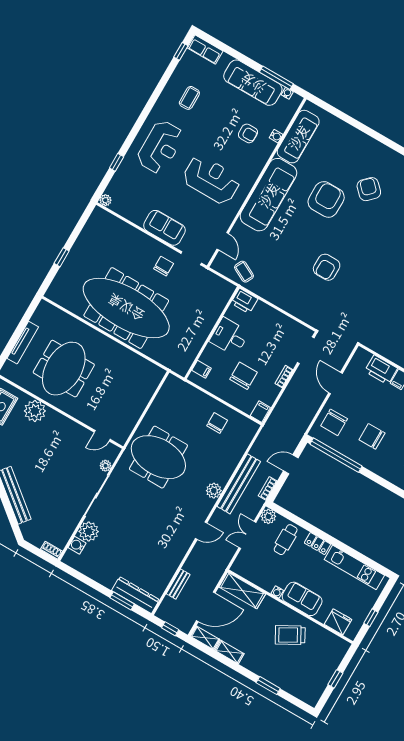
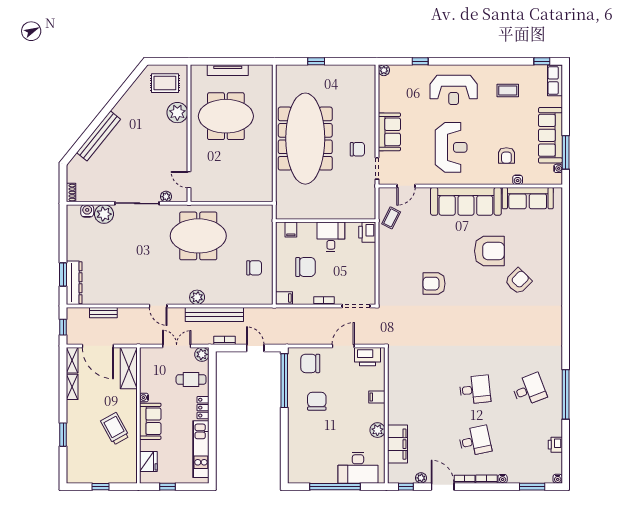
printer: (381, 370) -> (368, 357), moved, turned -90
meeting table: (158, 457) -> (198, 236), turned 90

